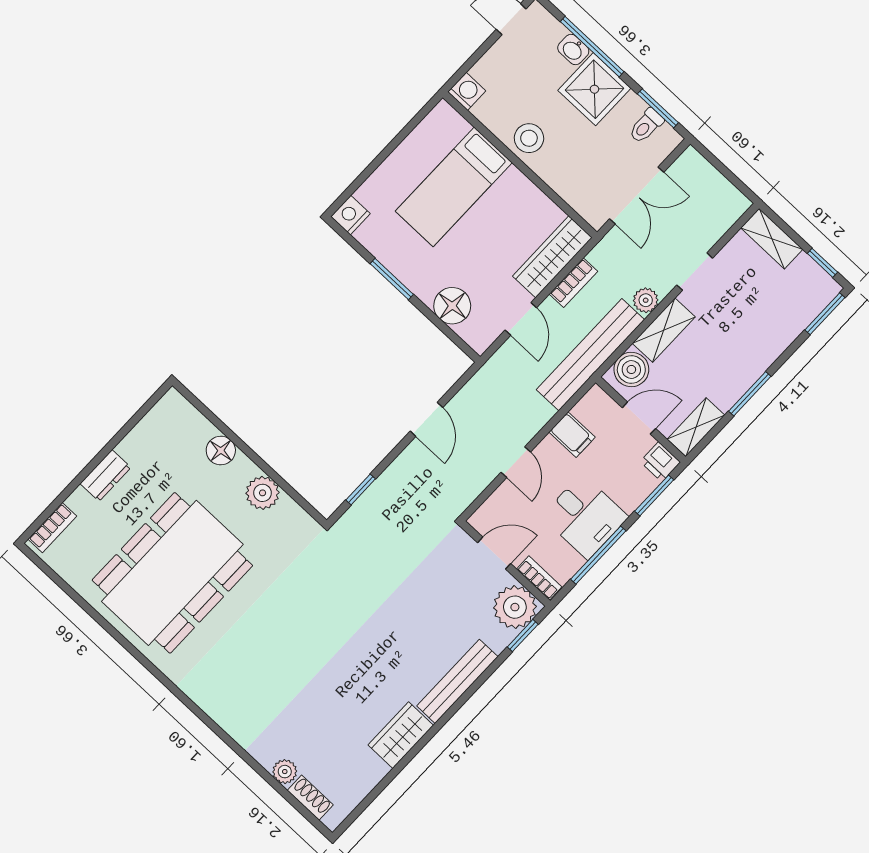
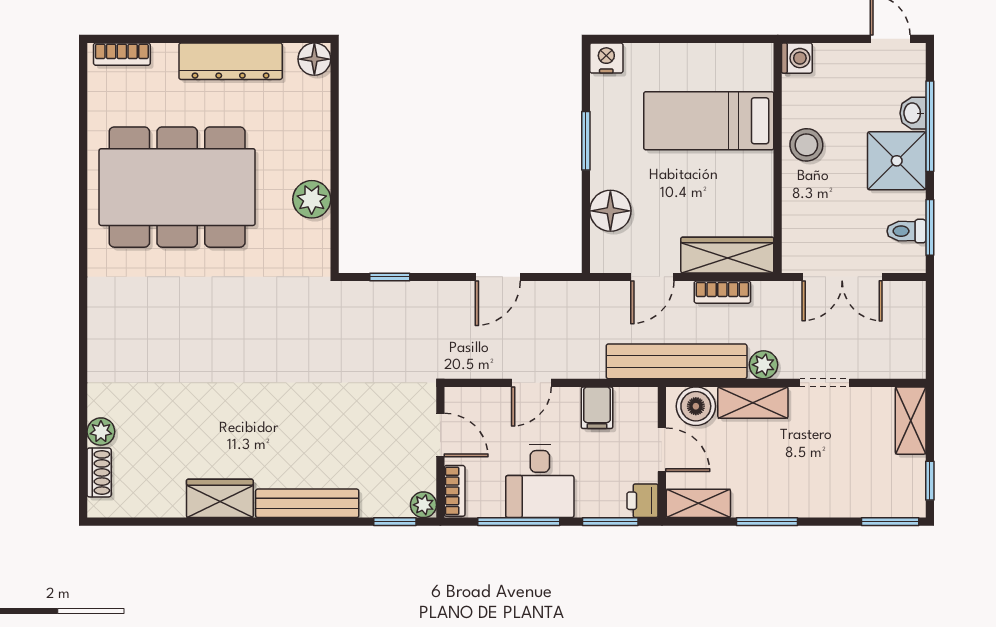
floor lamp: (221, 451) -> (314, 59), moved
dresser: (105, 476) -> (231, 61), width x1.96, depth x1.24
plant: (515, 607) -> (423, 505), width x0.53, depth x0.53

